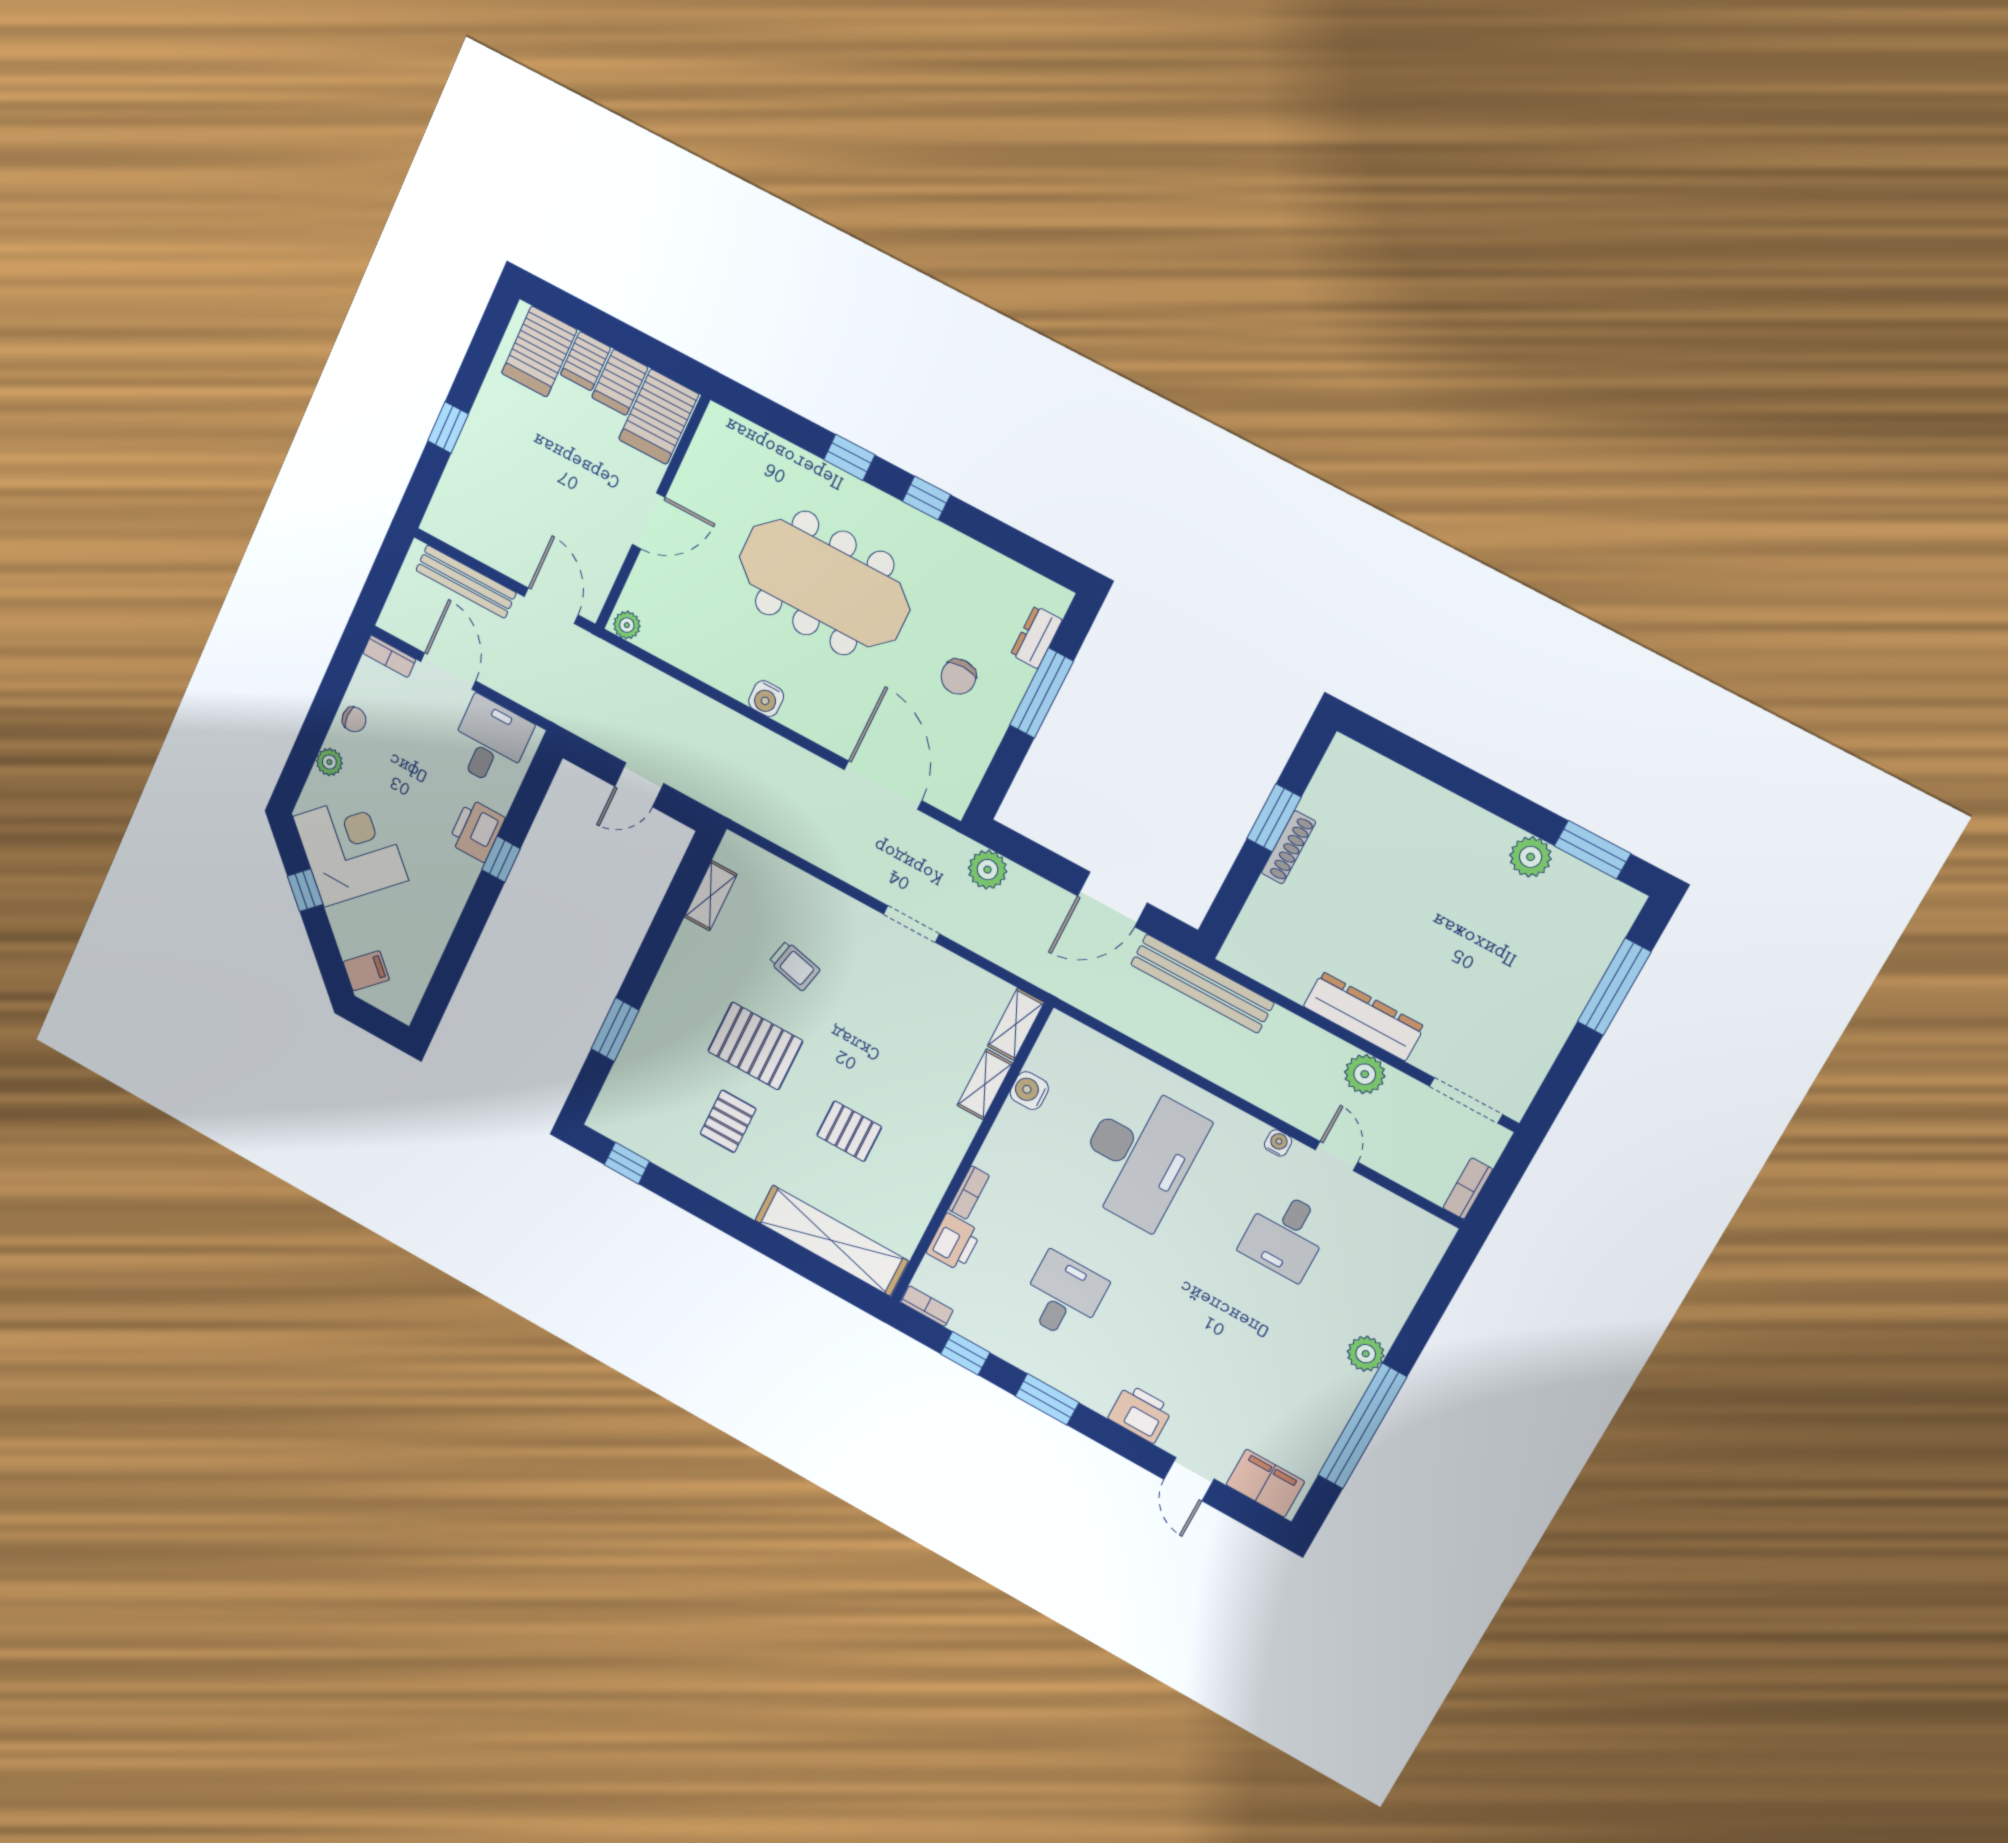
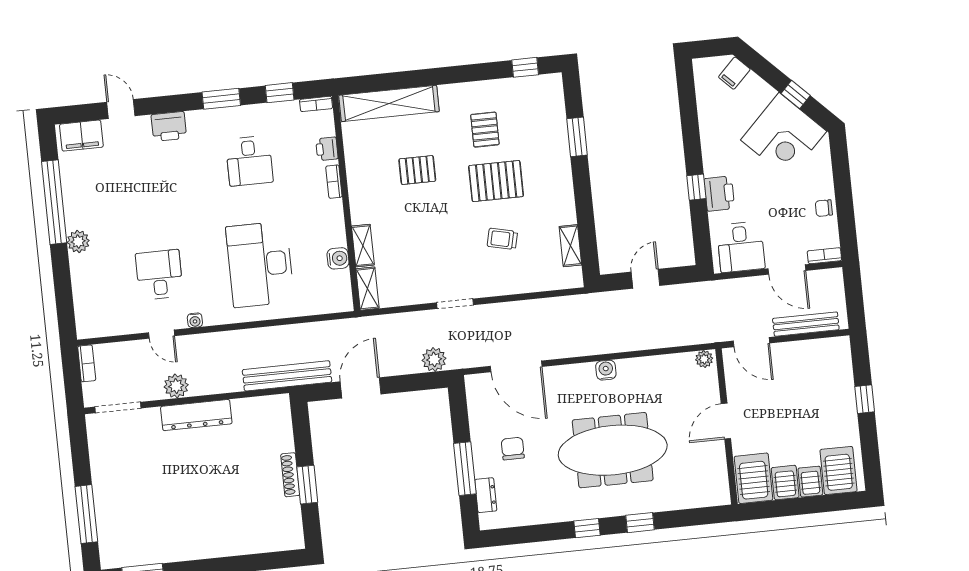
plant: (329, 762) -> (824, 175), removed
plant: (1531, 857) -> (170, 550), removed
printer: (954, 1242) -> (327, 149), width x0.73, depth x0.81

